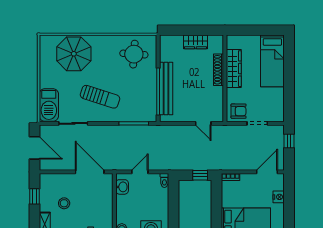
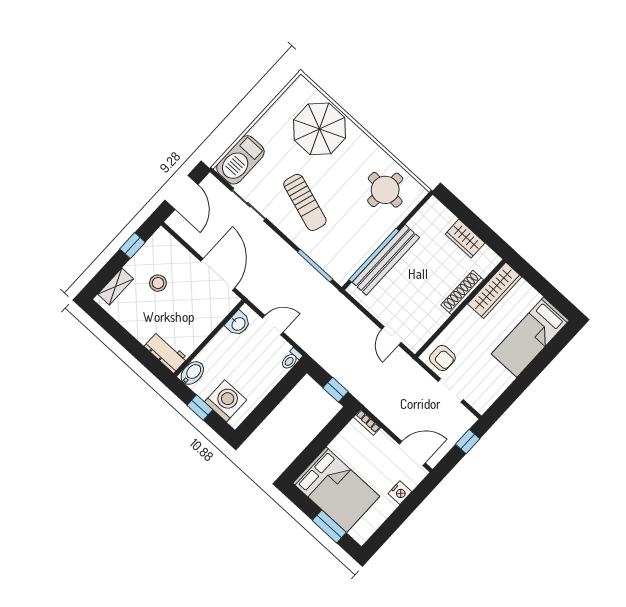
wardrobe: (234, 69) -> (495, 290), moved

